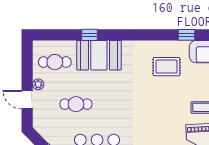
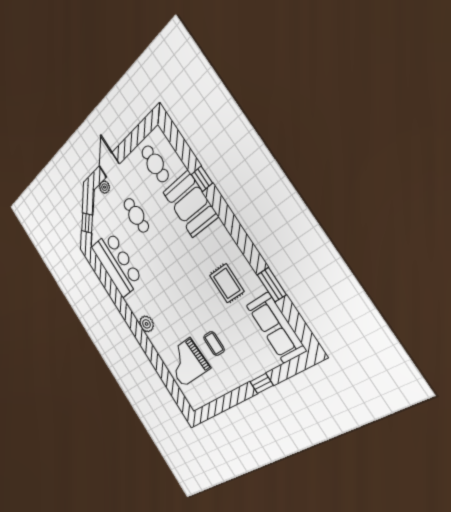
window: (187, 35) -> (272, 285), width x1.50
plant: (38, 84) -> (105, 187), moved

